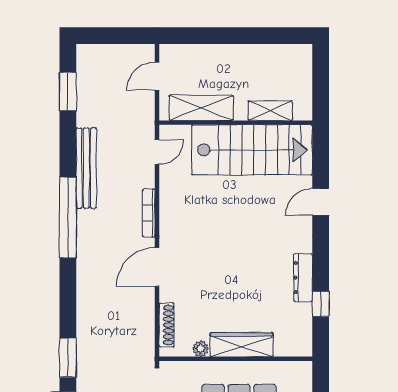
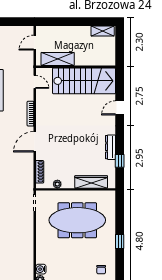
shelving: (270, 111) -> (103, 31), moved
door: (157, 152) -> (35, 82), hinge flipped
wardrobe: (242, 345) -> (91, 182), moved

